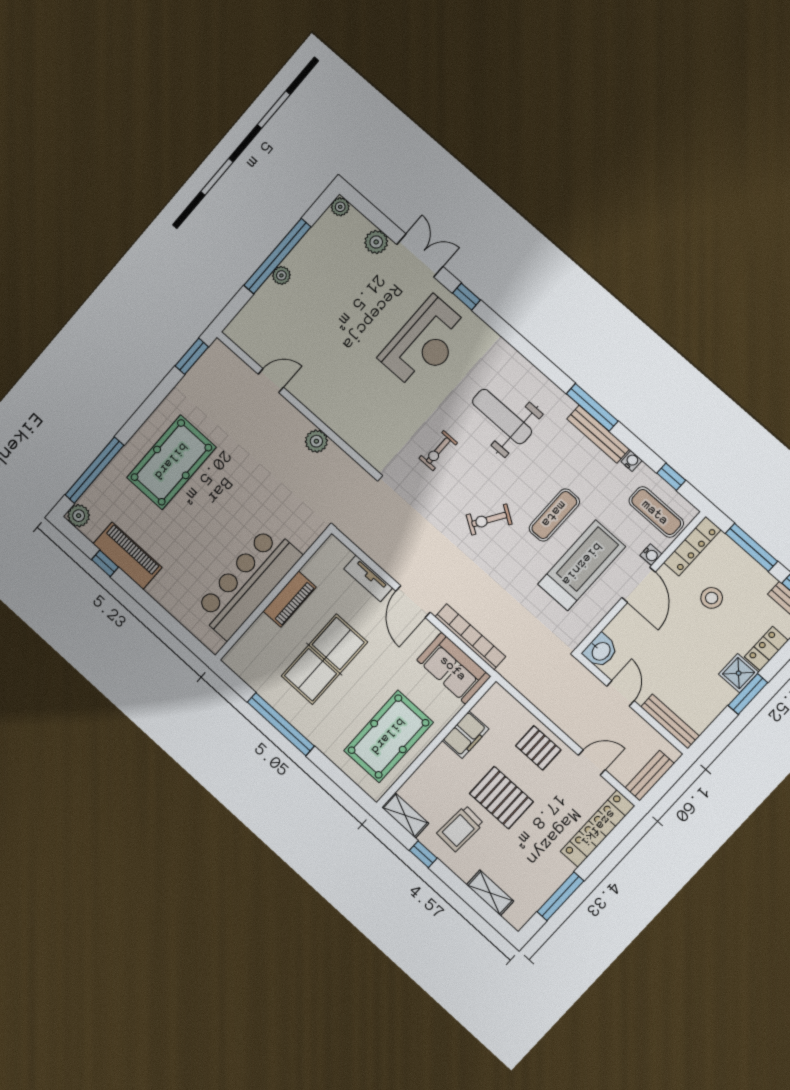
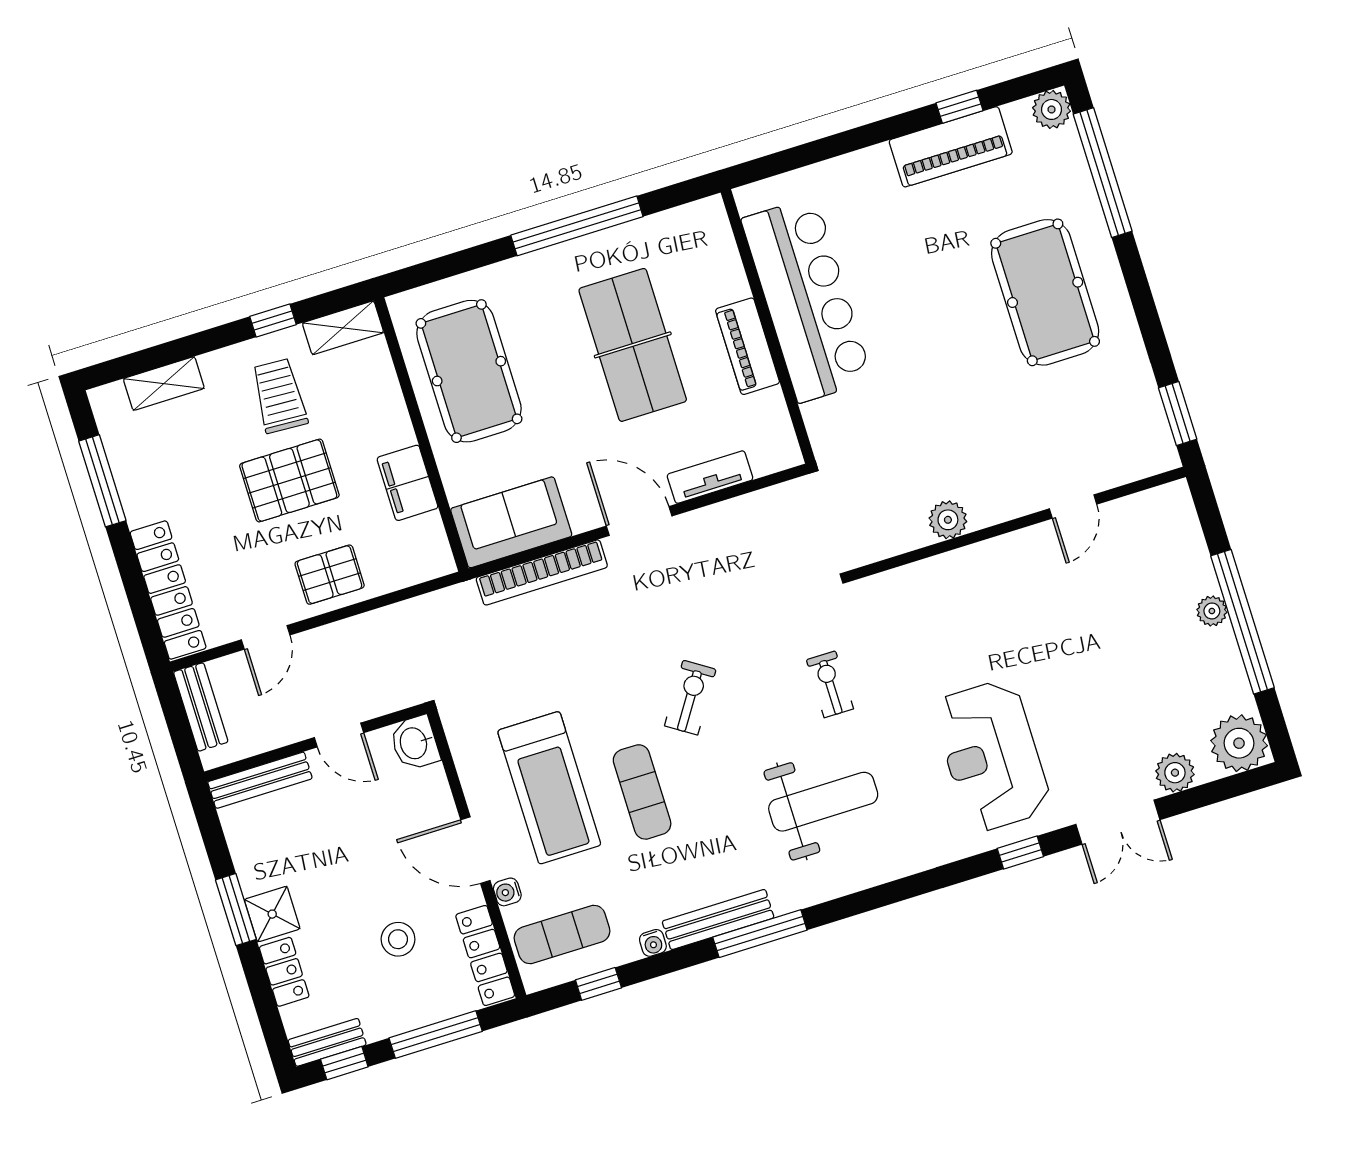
plant: (340, 207) -> (1239, 743), width x1.87, depth x1.87

